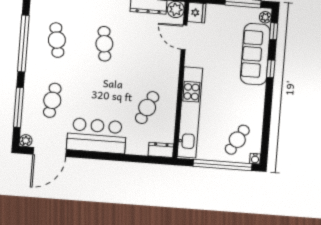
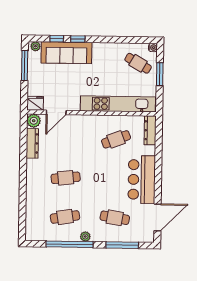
window: (274, 31) -> (57, 39), moved
cafe table: (147, 108) -> (116, 139), turned -45
plant: (26, 141) -> (85, 237), moved
dresser: (161, 150) -> (150, 130), width x1.44
door: (50, 152) -> (158, 217), hinge flipped
window: (223, 165) -> (160, 74), width x0.47

